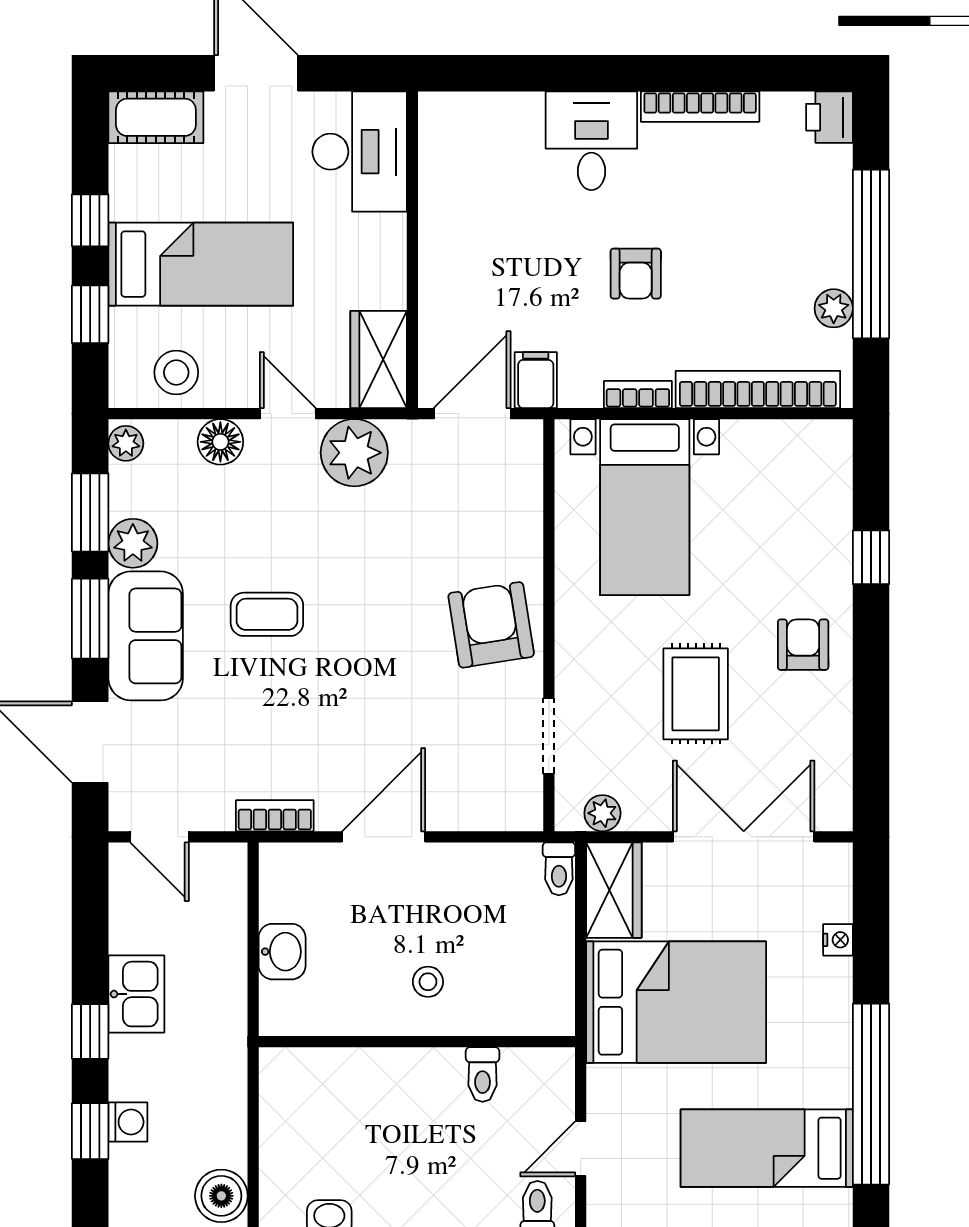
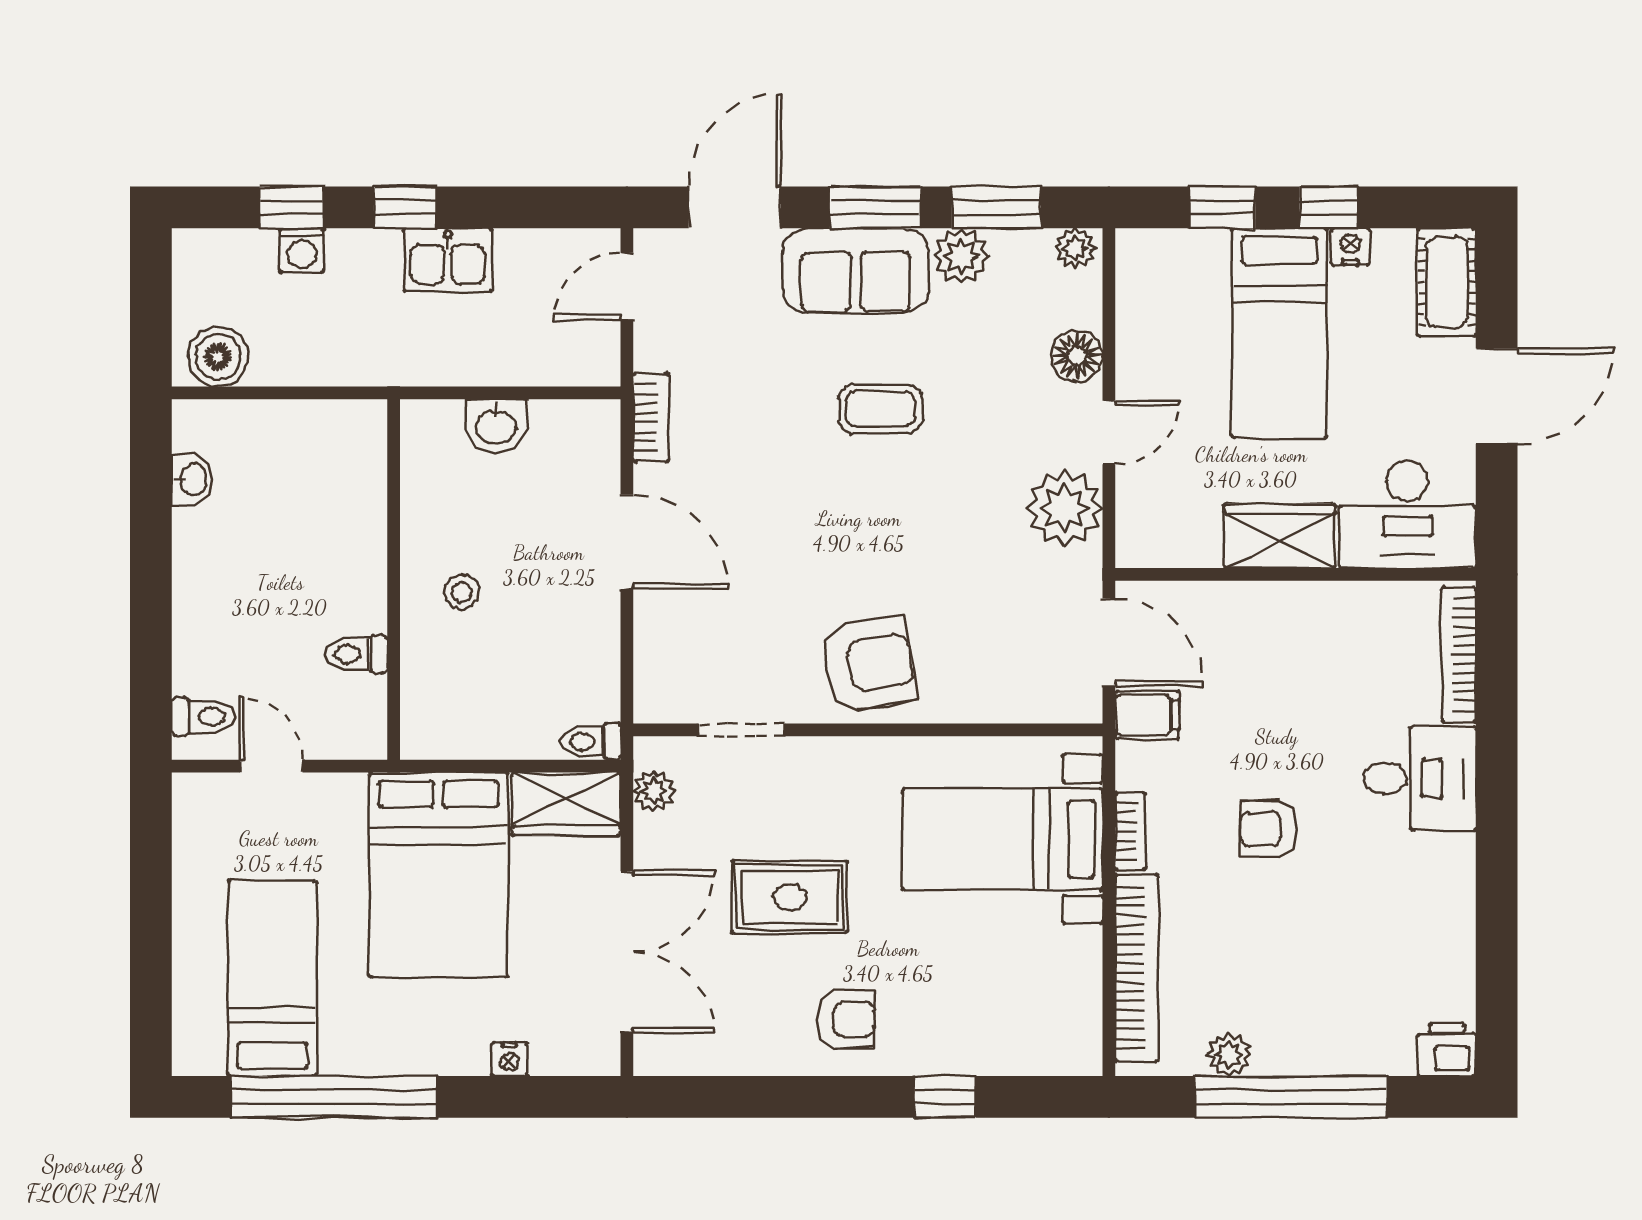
bookcase: (700, 107) -> (1459, 655), moved
nightstand: (125, 202) -> (1350, 247), added
wardrobe: (379, 359) -> (1279, 536), moved
stool: (176, 372) -> (1156, 305), removed
coffee table: (267, 614) -> (880, 409), turned 90

